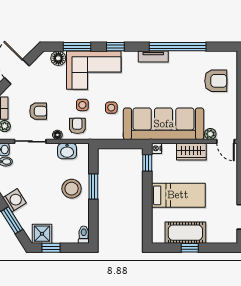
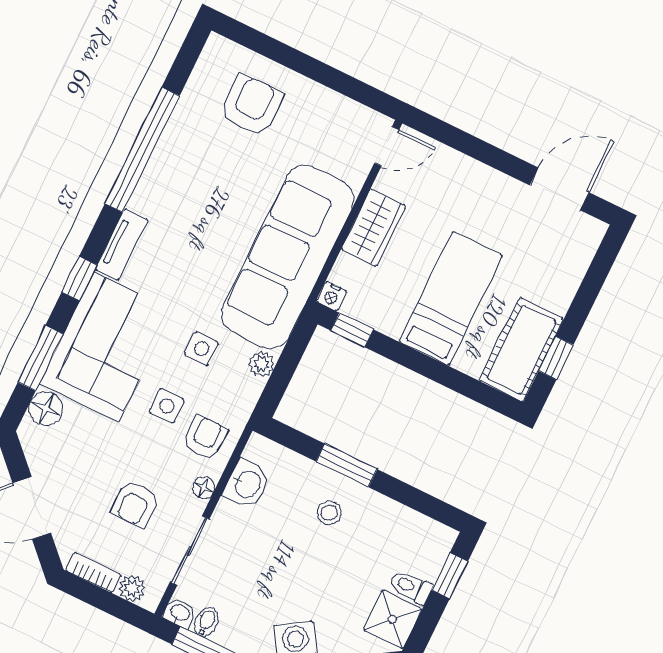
tv unit: (153, 57) -> (122, 244), moved
armchair: (38, 111) -> (135, 504), turned 180
armchair: (77, 126) -> (205, 437), turned 90
plant: (210, 134) -> (262, 364), moved
stool: (72, 189) -> (329, 513), width x0.53, depth x0.53
cot: (185, 233) -> (521, 350), moved
toilet: (84, 235) -> (411, 587), moved
window: (51, 248) -> (450, 576), moved
window: (190, 248) -> (556, 358), moved

